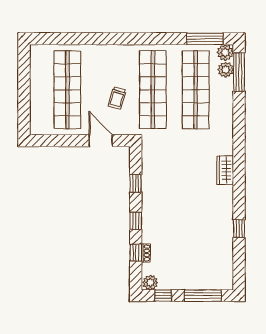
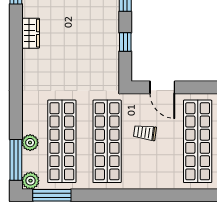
plant: (226, 70) -> (30, 143), moved
trolley: (117, 98) -> (145, 133), turned -98
wardrobe: (225, 170) -> (31, 33), moved

